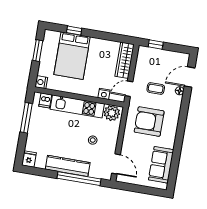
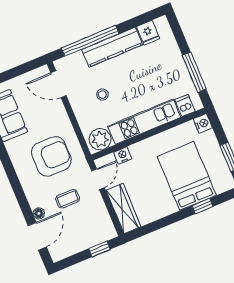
fridge: (29, 159) -> (148, 33), moved

